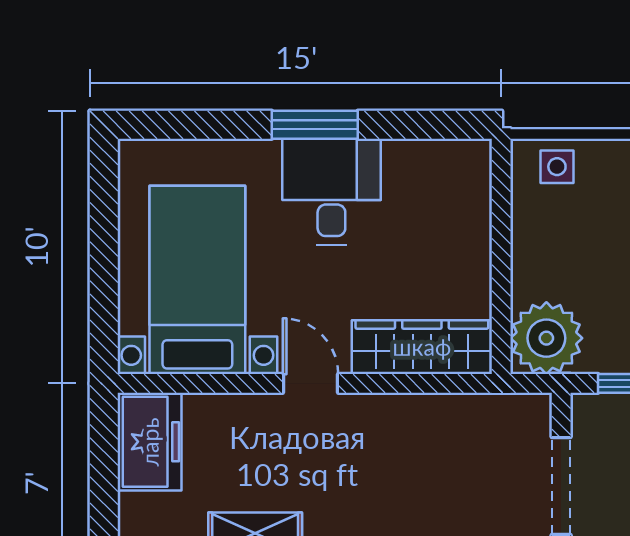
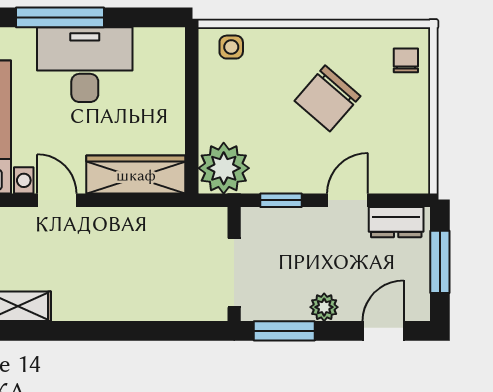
window: (315, 125) -> (60, 17), width x1.44
desk: (331, 192) -> (85, 65), width x1.37

